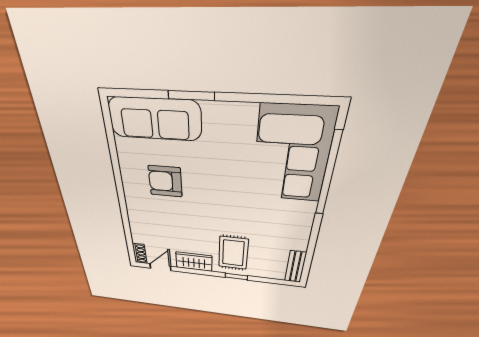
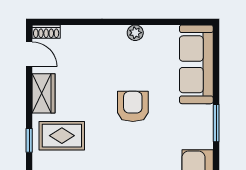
window: (191, 95) -> (216, 123), moved
armchair: (165, 181) -> (133, 106), moved
plant: (129, 182) -> (135, 33), added

